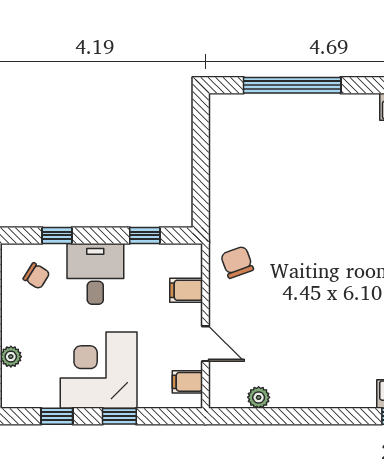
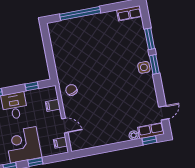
plant: (259, 397) -> (134, 135), moved

